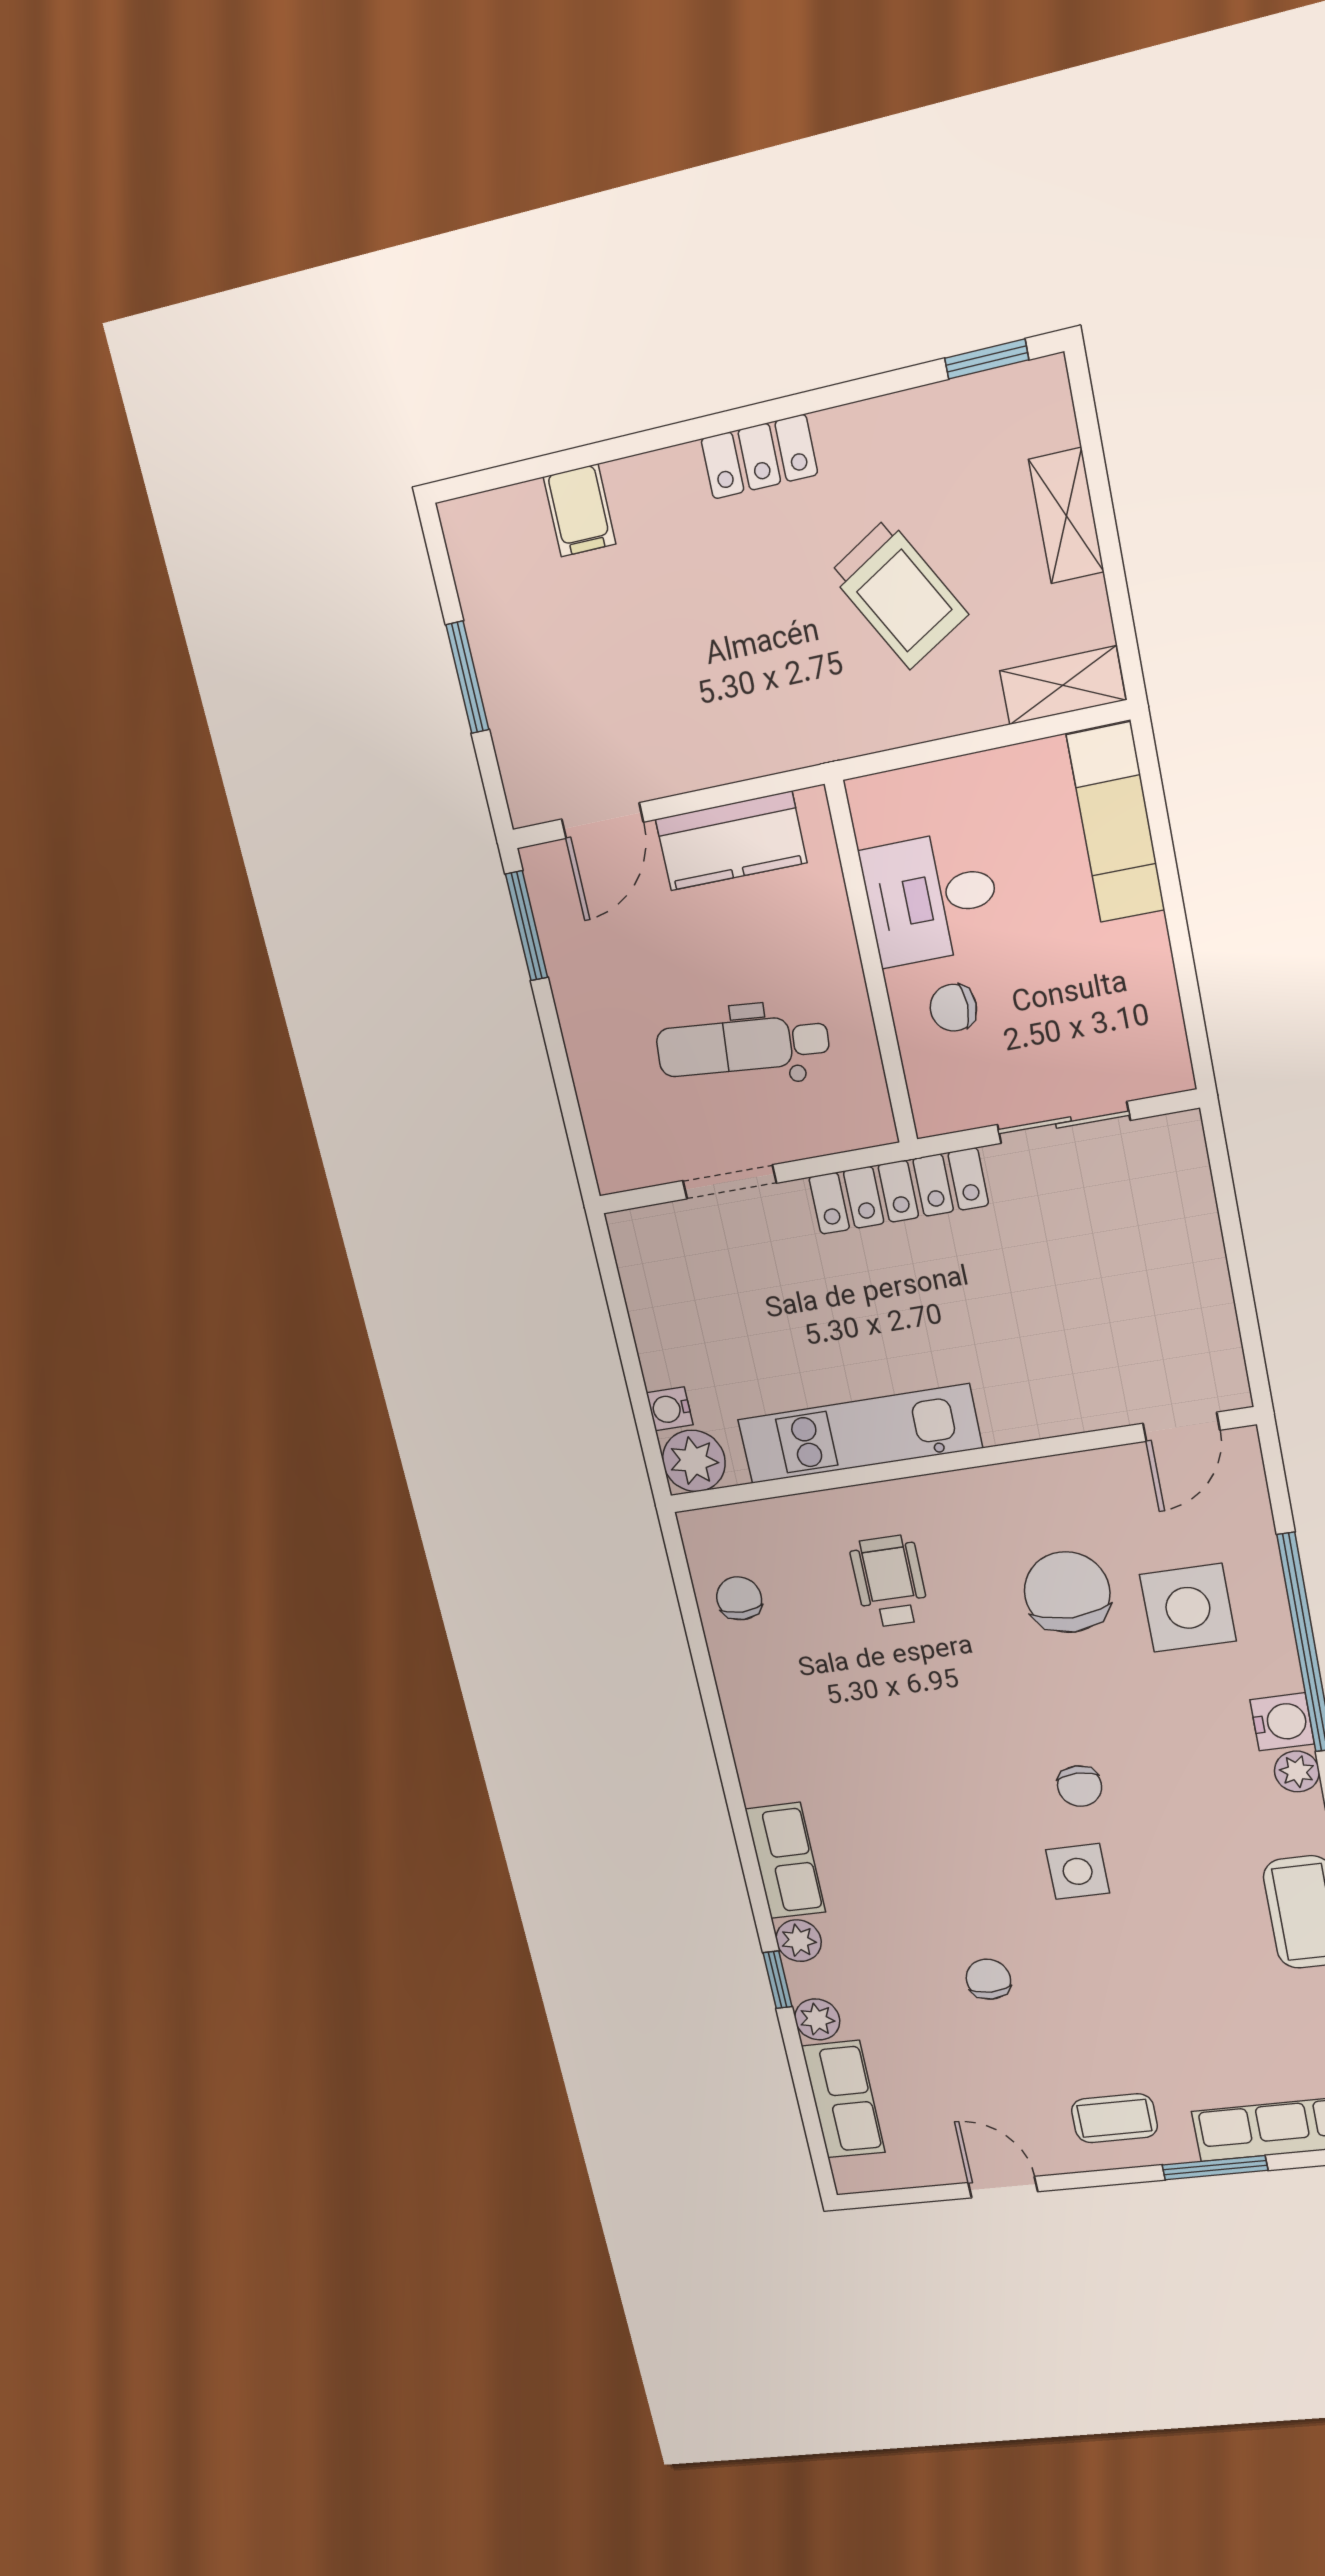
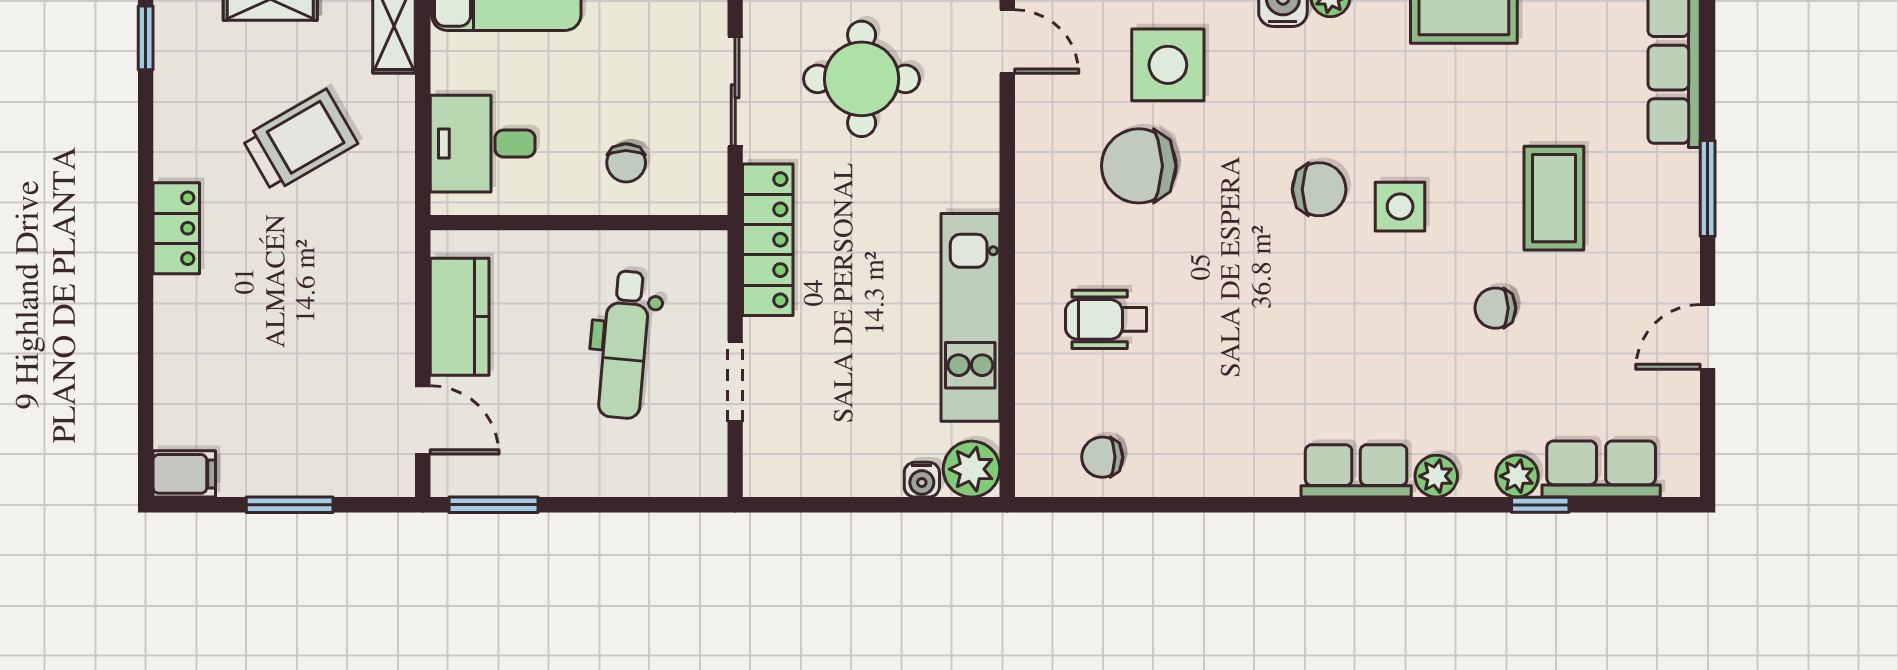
filing cabinet: (580, 510) -> (184, 474), moved
desk: (931, 898) -> (483, 144), moved, turned 90
round table: (1106, 1268) -> (862, 79), added
chair: (1080, 1786) -> (1319, 189), width x1.37, depth x1.37
window: (777, 1980) -> (1540, 505), moved
coffee table: (1114, 2118) -> (1554, 198), moved, width x1.36, depth x1.30
window: (1215, 2168) -> (1708, 188), moved

